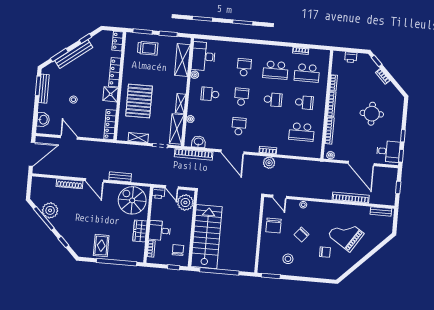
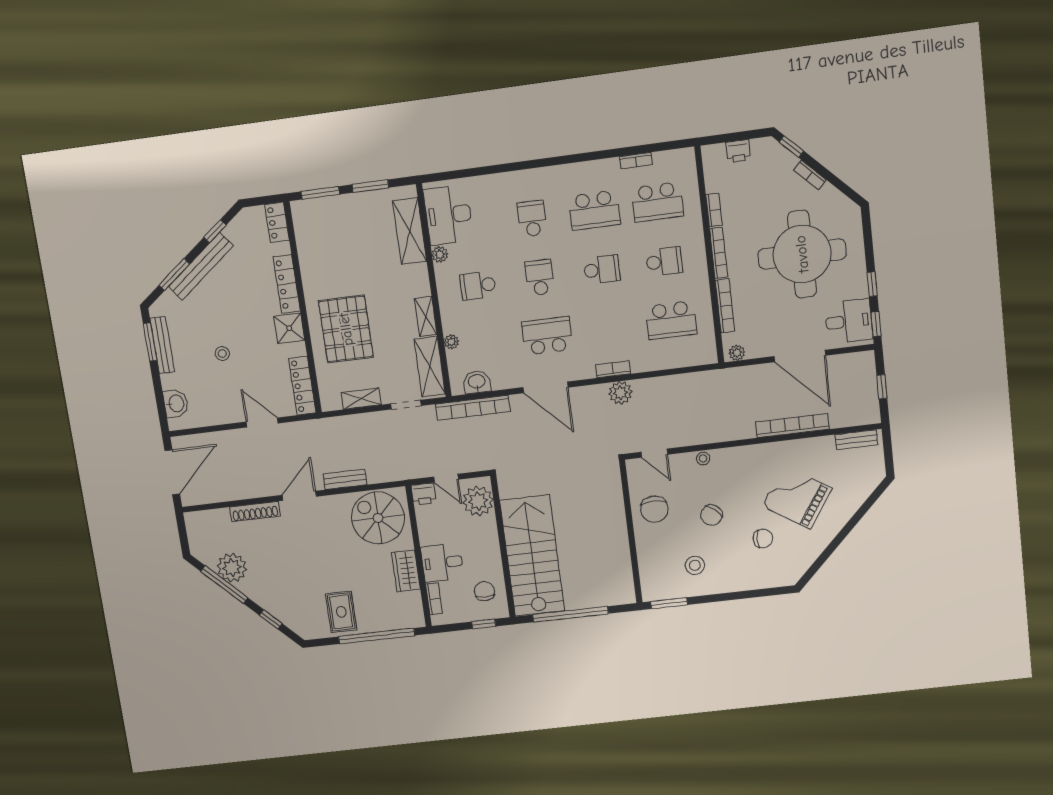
trolley: (148, 48) -> (338, 223), removed
round table: (372, 114) -> (802, 254), width x1.86, depth x1.86
school desk: (239, 126) -> (547, 336), width x1.85
door: (69, 137) -> (262, 423), moved
door: (95, 180) -> (299, 496), swing flipped

